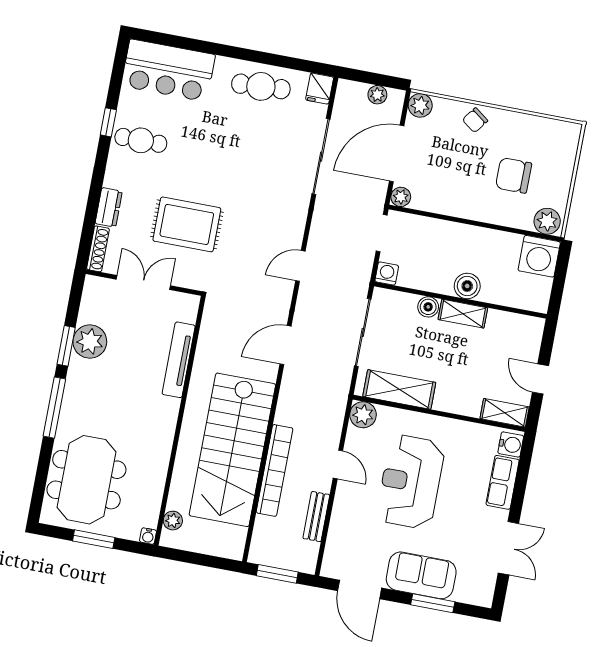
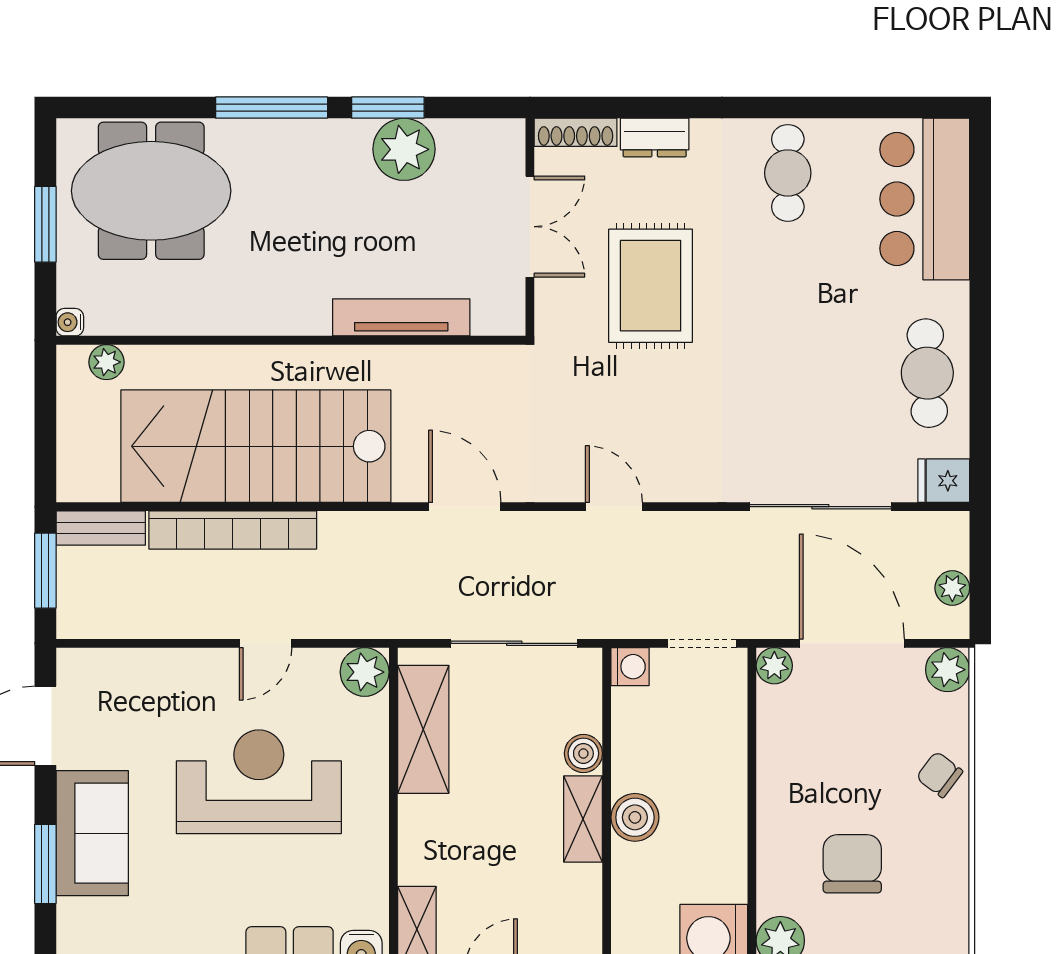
window: (108, 122) -> (810, 108), removed
bench: (316, 517) -> (101, 528), moved

